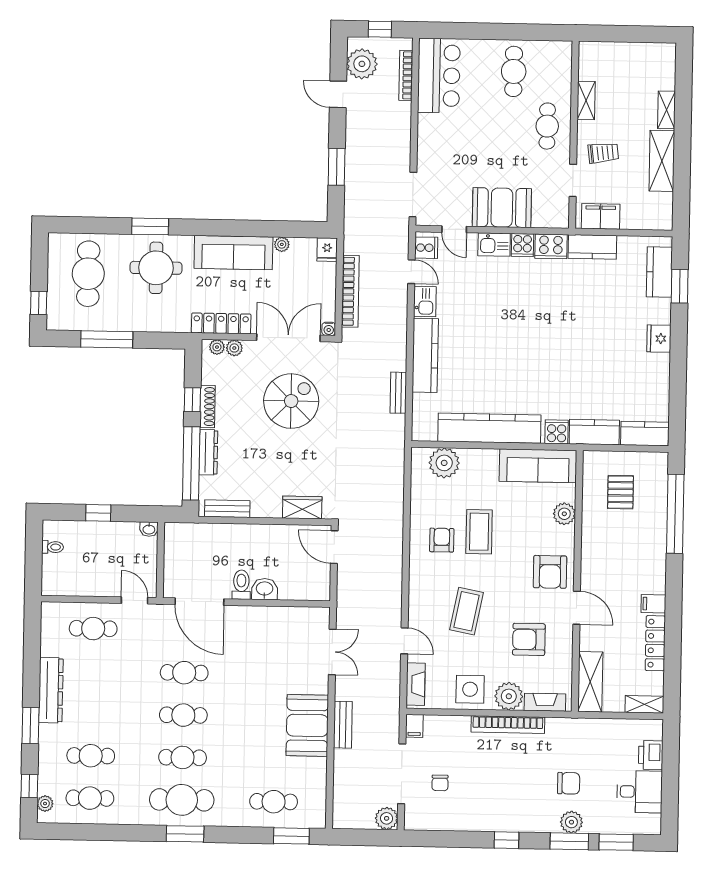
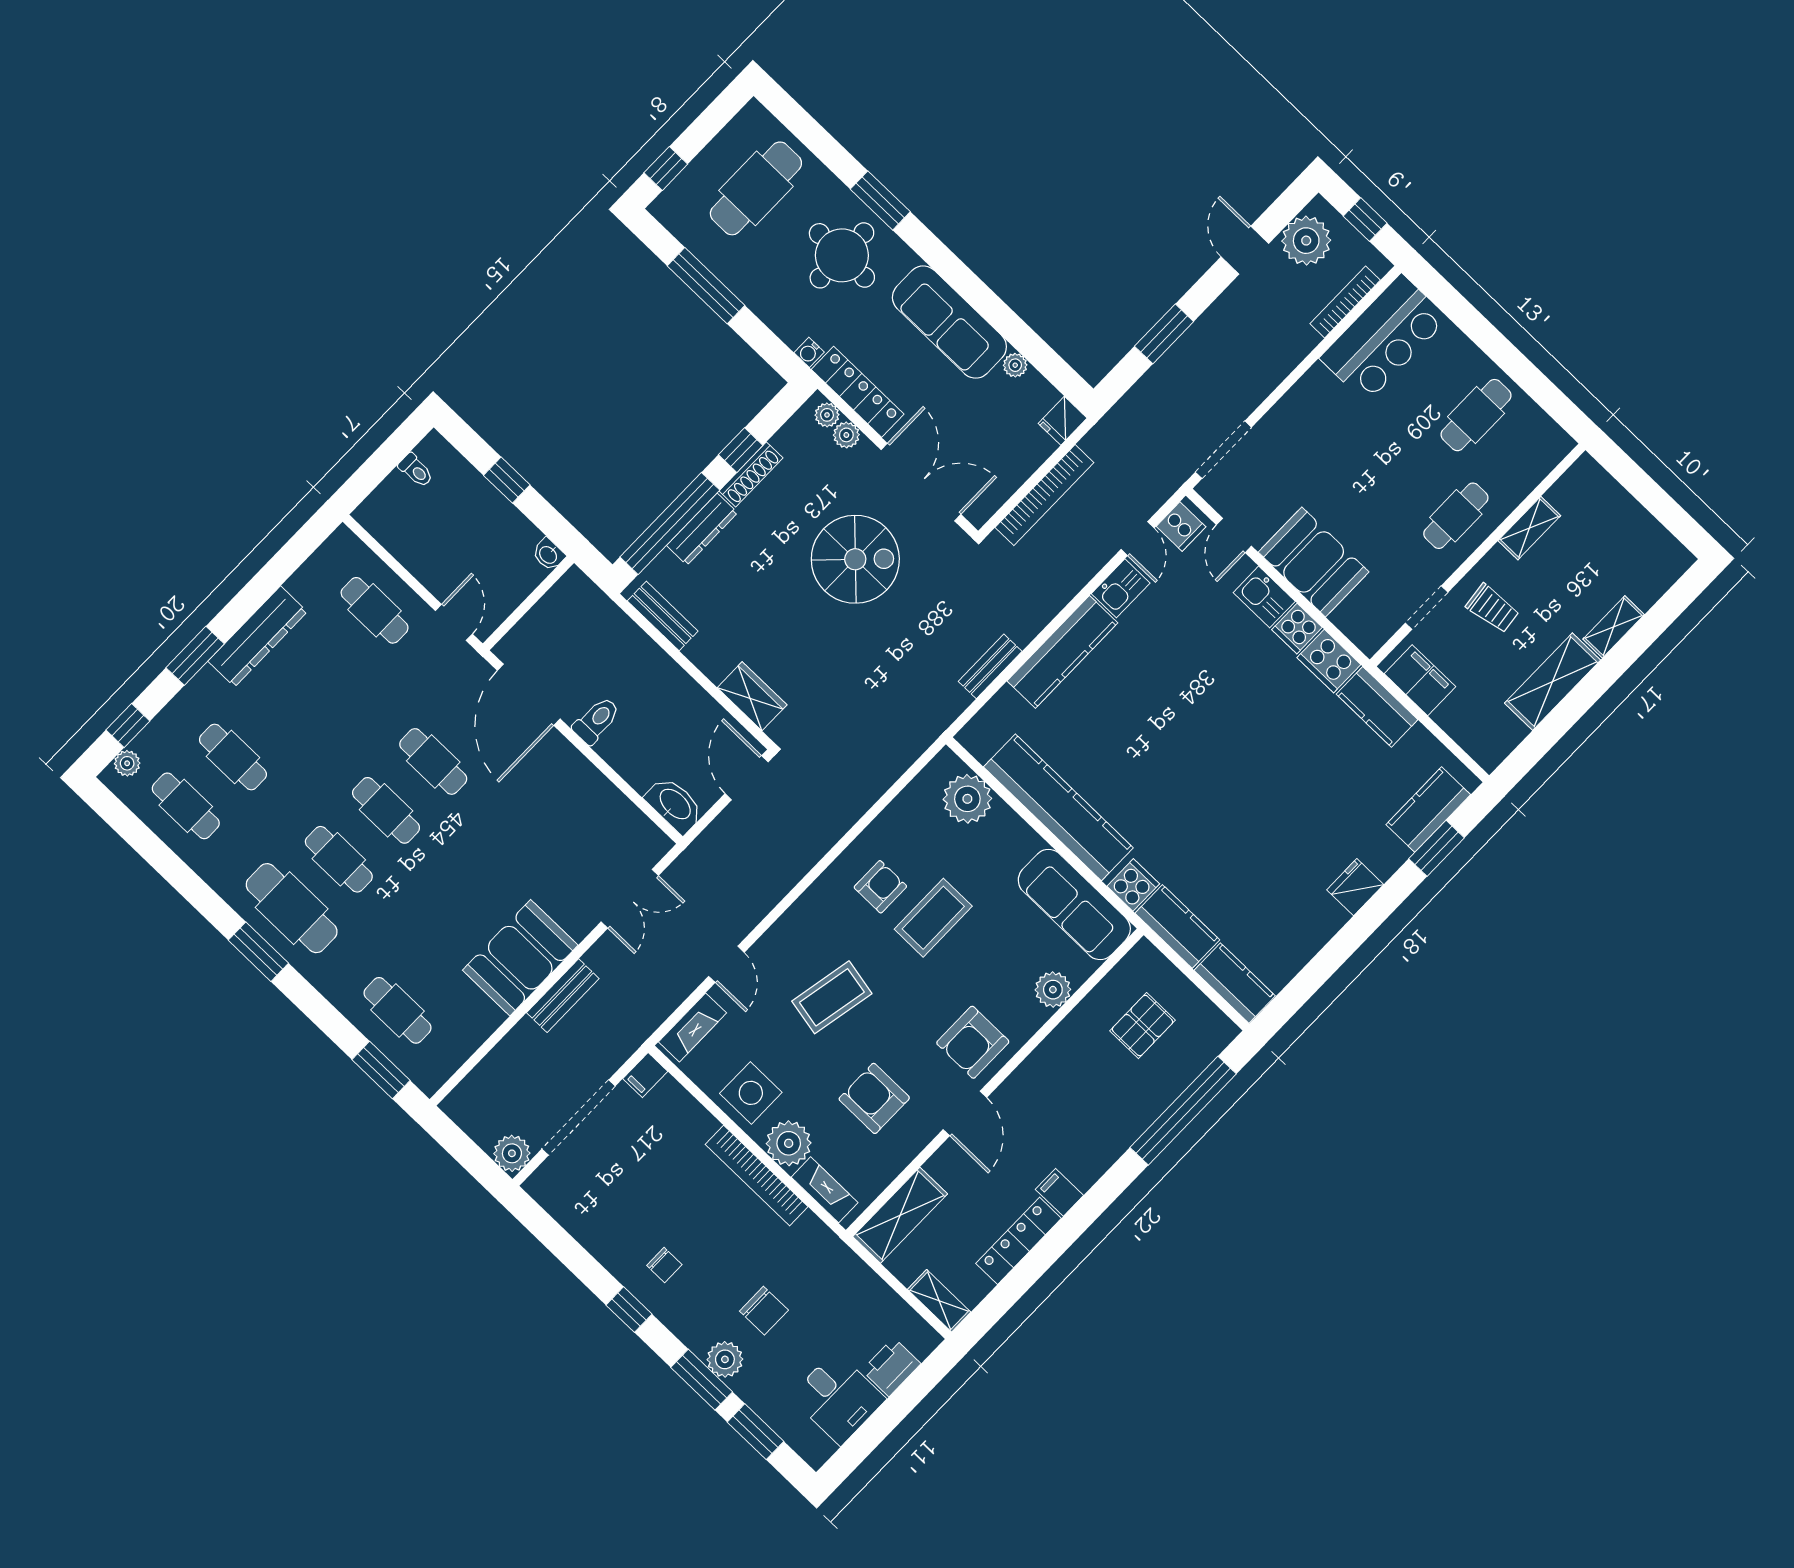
water cooler: (329, 329) -> (809, 352), moved
washbasin: (265, 589) -> (674, 805), moved, width x1.38
chair: (440, 783) -> (664, 1265), moved, turned -90

